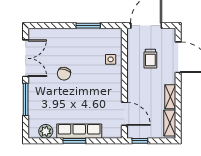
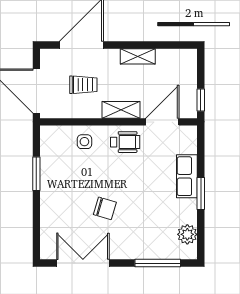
wheelchair: (110, 88) -> (125, 142), added
window: (26, 99) -> (158, 263), moved
shelving: (170, 123) -> (121, 110), moved
row of seats: (79, 131) -> (187, 176), width x0.68

